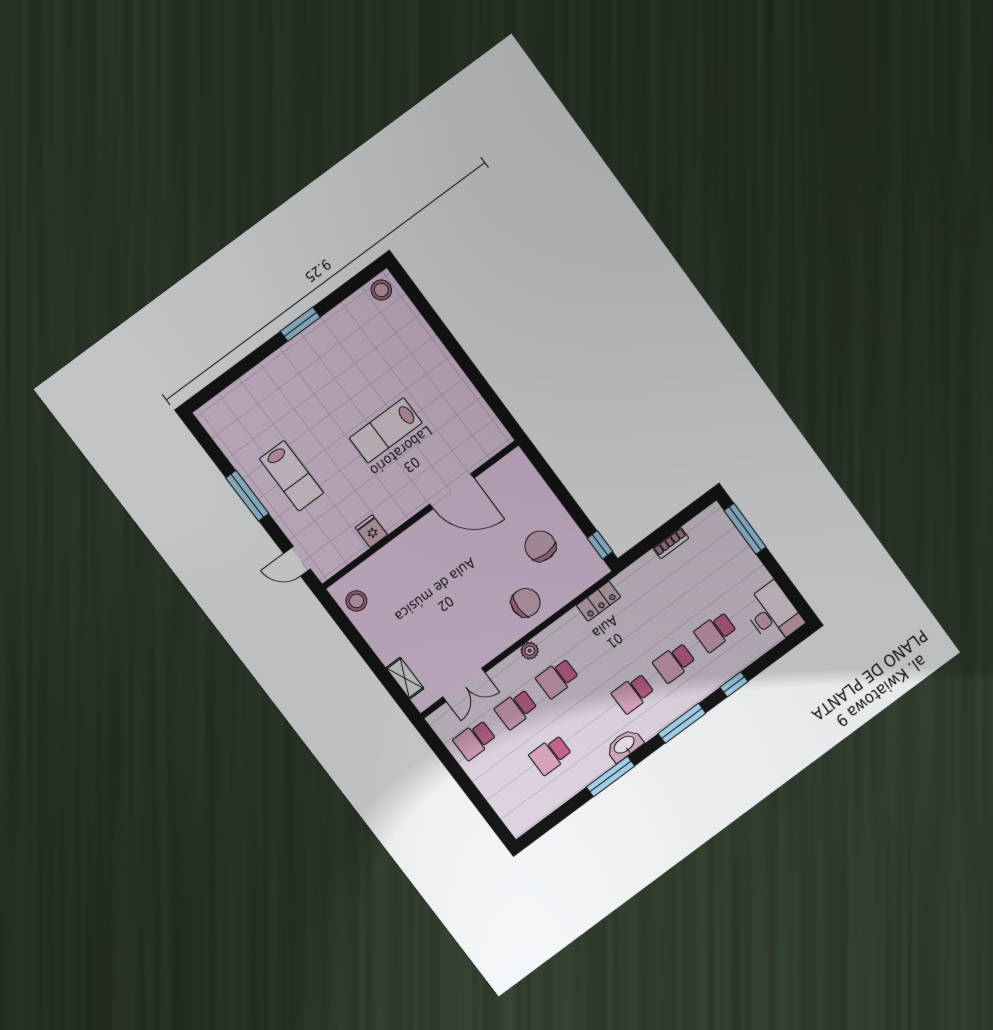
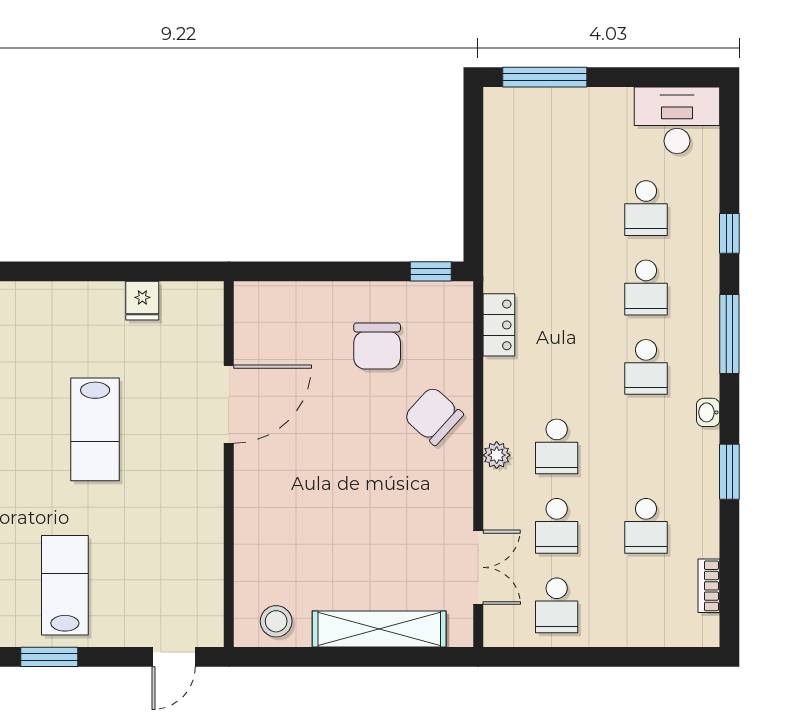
lab bench: (291, 476) -> (65, 585), turned -90
window: (247, 496) -> (49, 657), width x0.69
fridge: (371, 531) -> (142, 301), moved, turned -90
bookcase: (671, 543) -> (709, 586), moved, turned 180
chair: (540, 546) -> (377, 346), turned -90
chair: (526, 603) -> (434, 416), turned -48
shelving: (405, 678) -> (379, 629), width x2.20, depth x1.33
washbasin: (624, 745) -> (708, 412), width x0.52, depth x0.69
window: (611, 777) -> (729, 472), width x0.69

